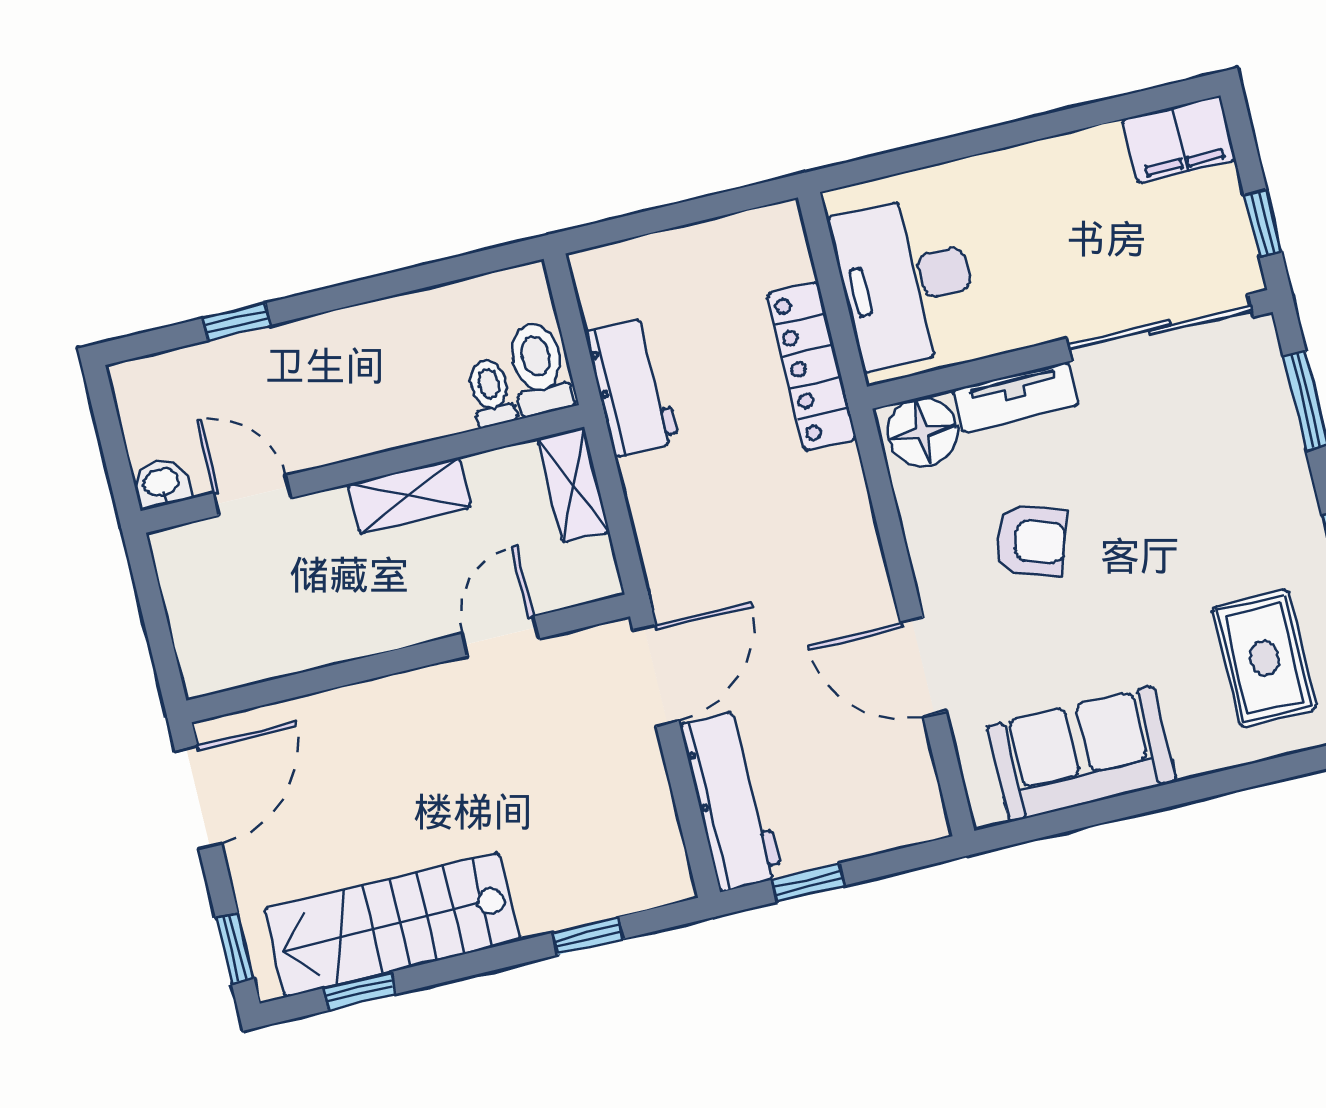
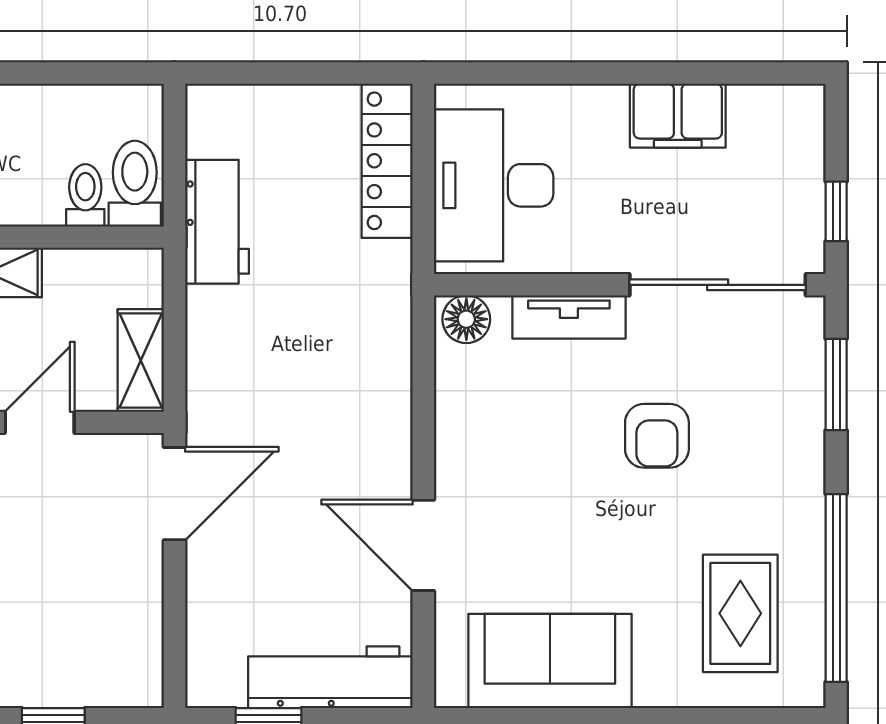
filing cabinet: (1179, 140) -> (678, 116), moved
locker: (811, 366) -> (387, 161), moved
floor lamp: (923, 432) -> (466, 319), width x0.73, depth x0.73
shelving: (573, 485) -> (141, 361), moved
armchair: (1031, 541) -> (657, 436), moved, turned 71
workbench: (731, 801) -> (330, 677), moved, turned -90

